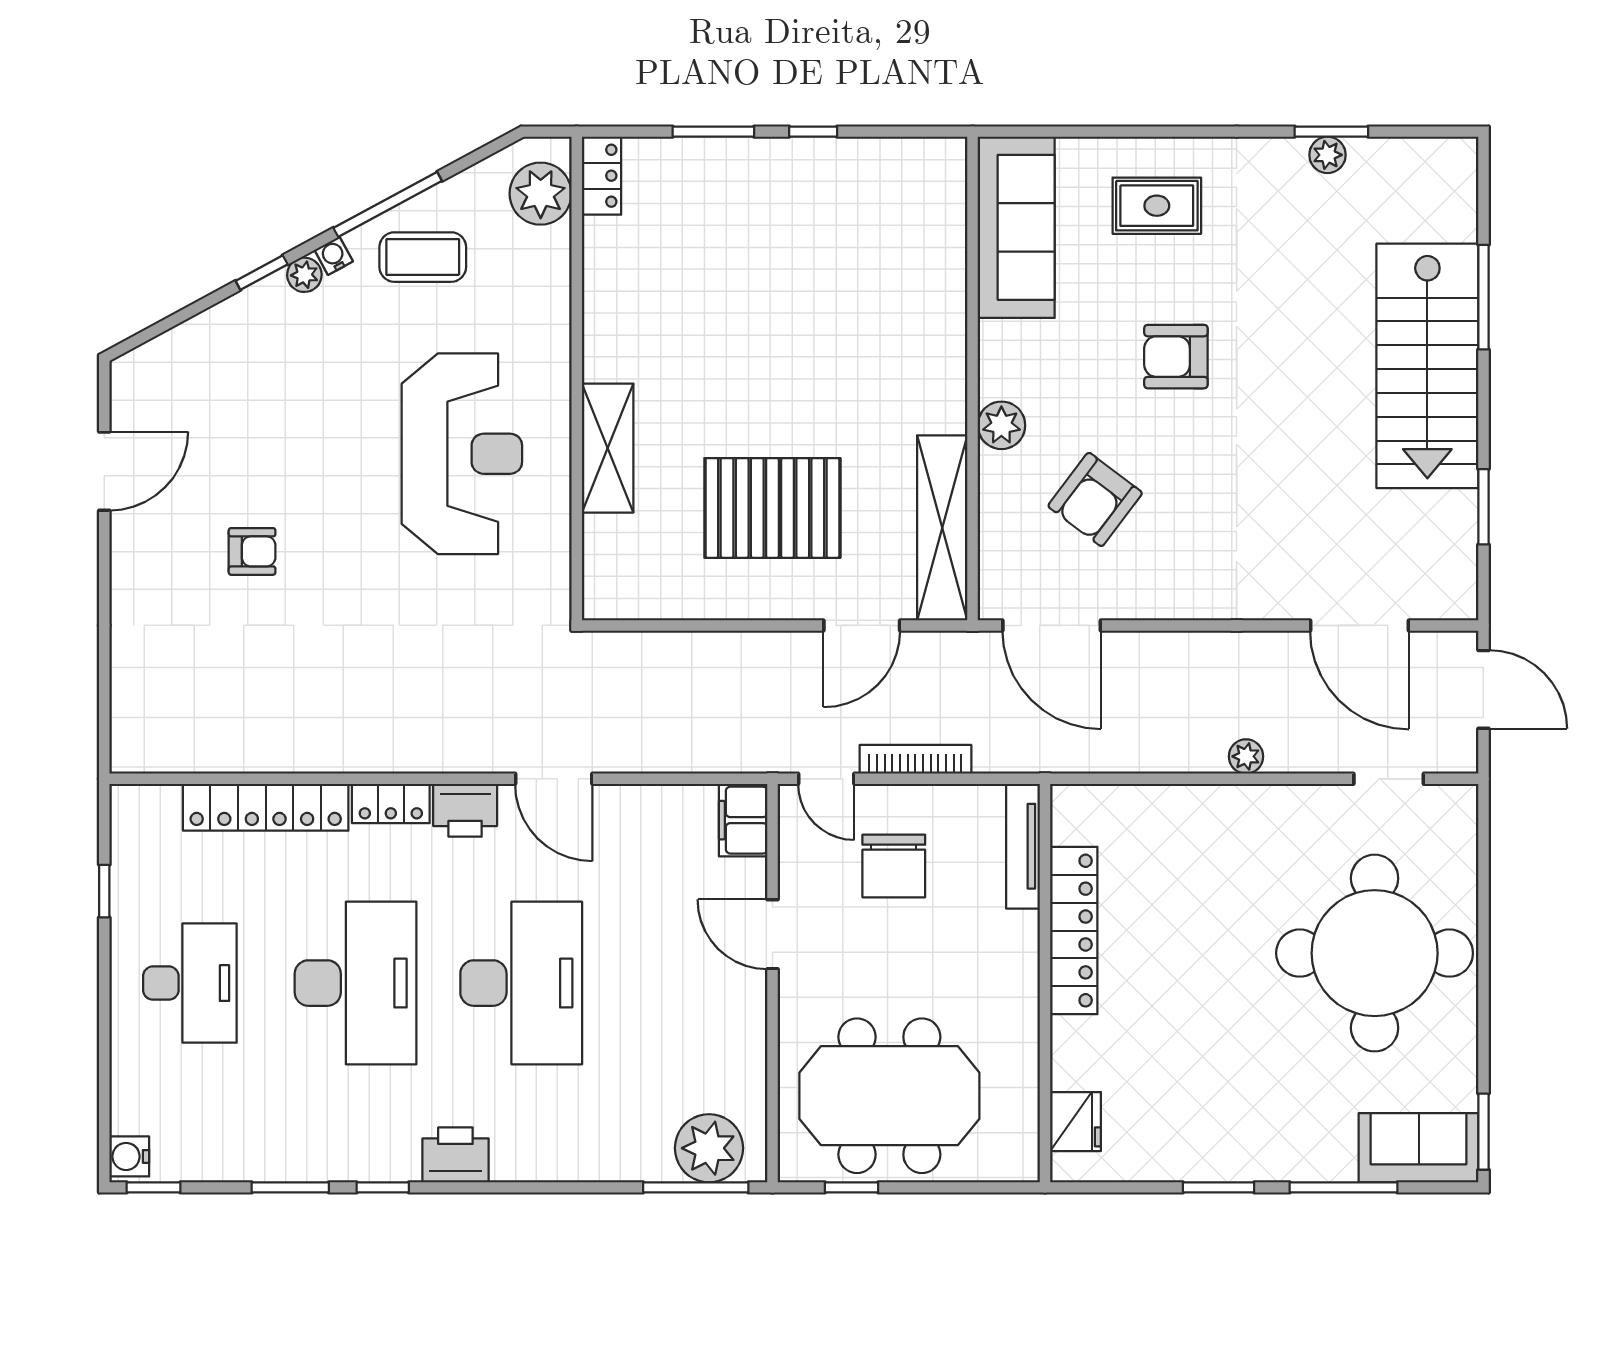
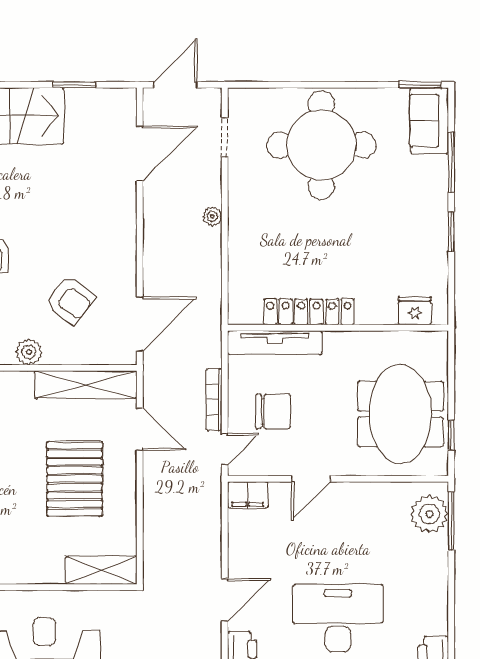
shelving: (608, 448) -> (101, 570), moved
tv unit: (1023, 846) -> (275, 343), width x1.36, depth x1.29

